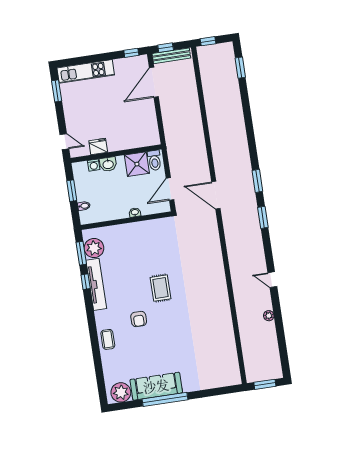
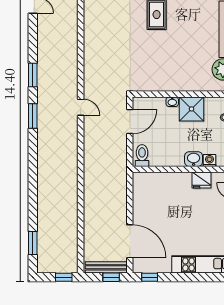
door: (154, 82) -> (130, 241), hinge flipped
shower: (137, 164) -> (192, 109), moved
door: (216, 195) -> (81, 107), width x0.53

